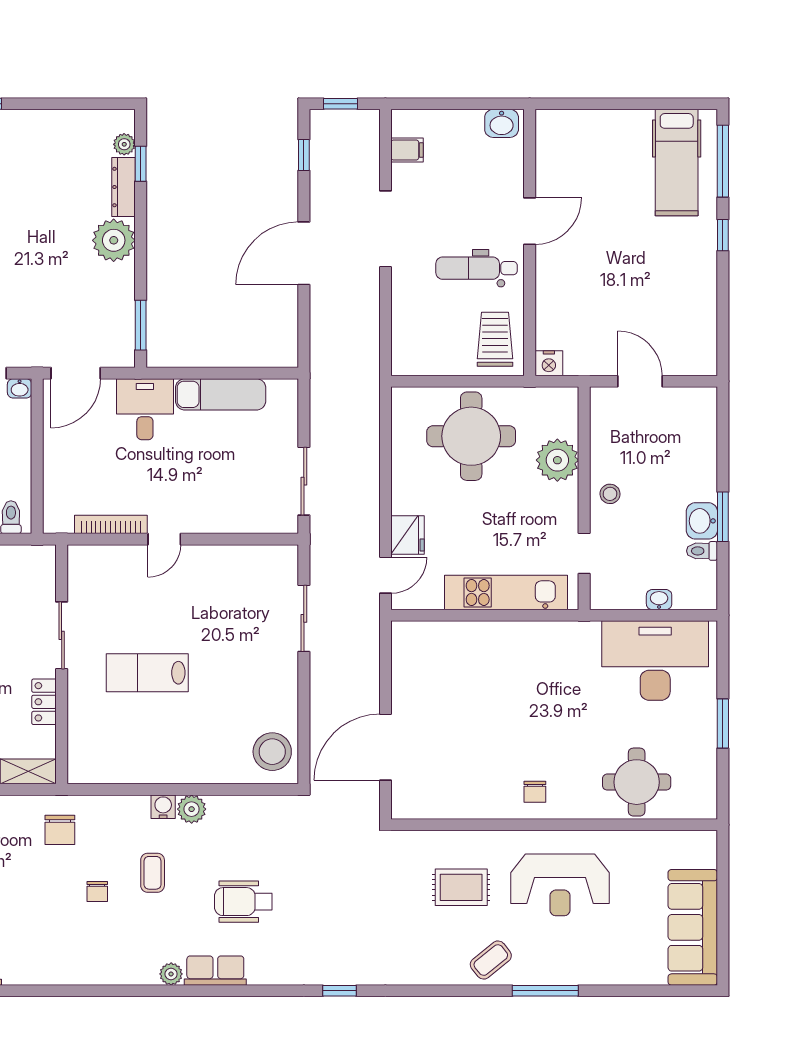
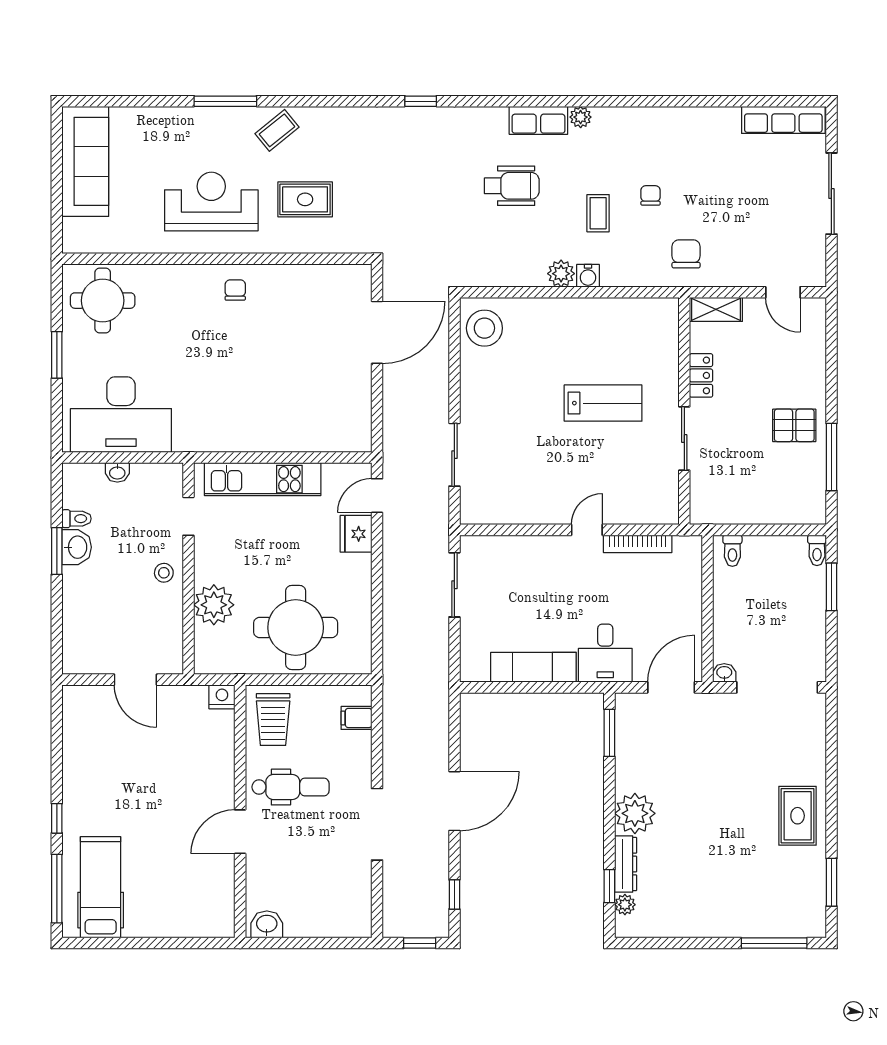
filing cabinet: (407, 150) -> (356, 718), moved
round table: (637, 782) -> (103, 301), moved

